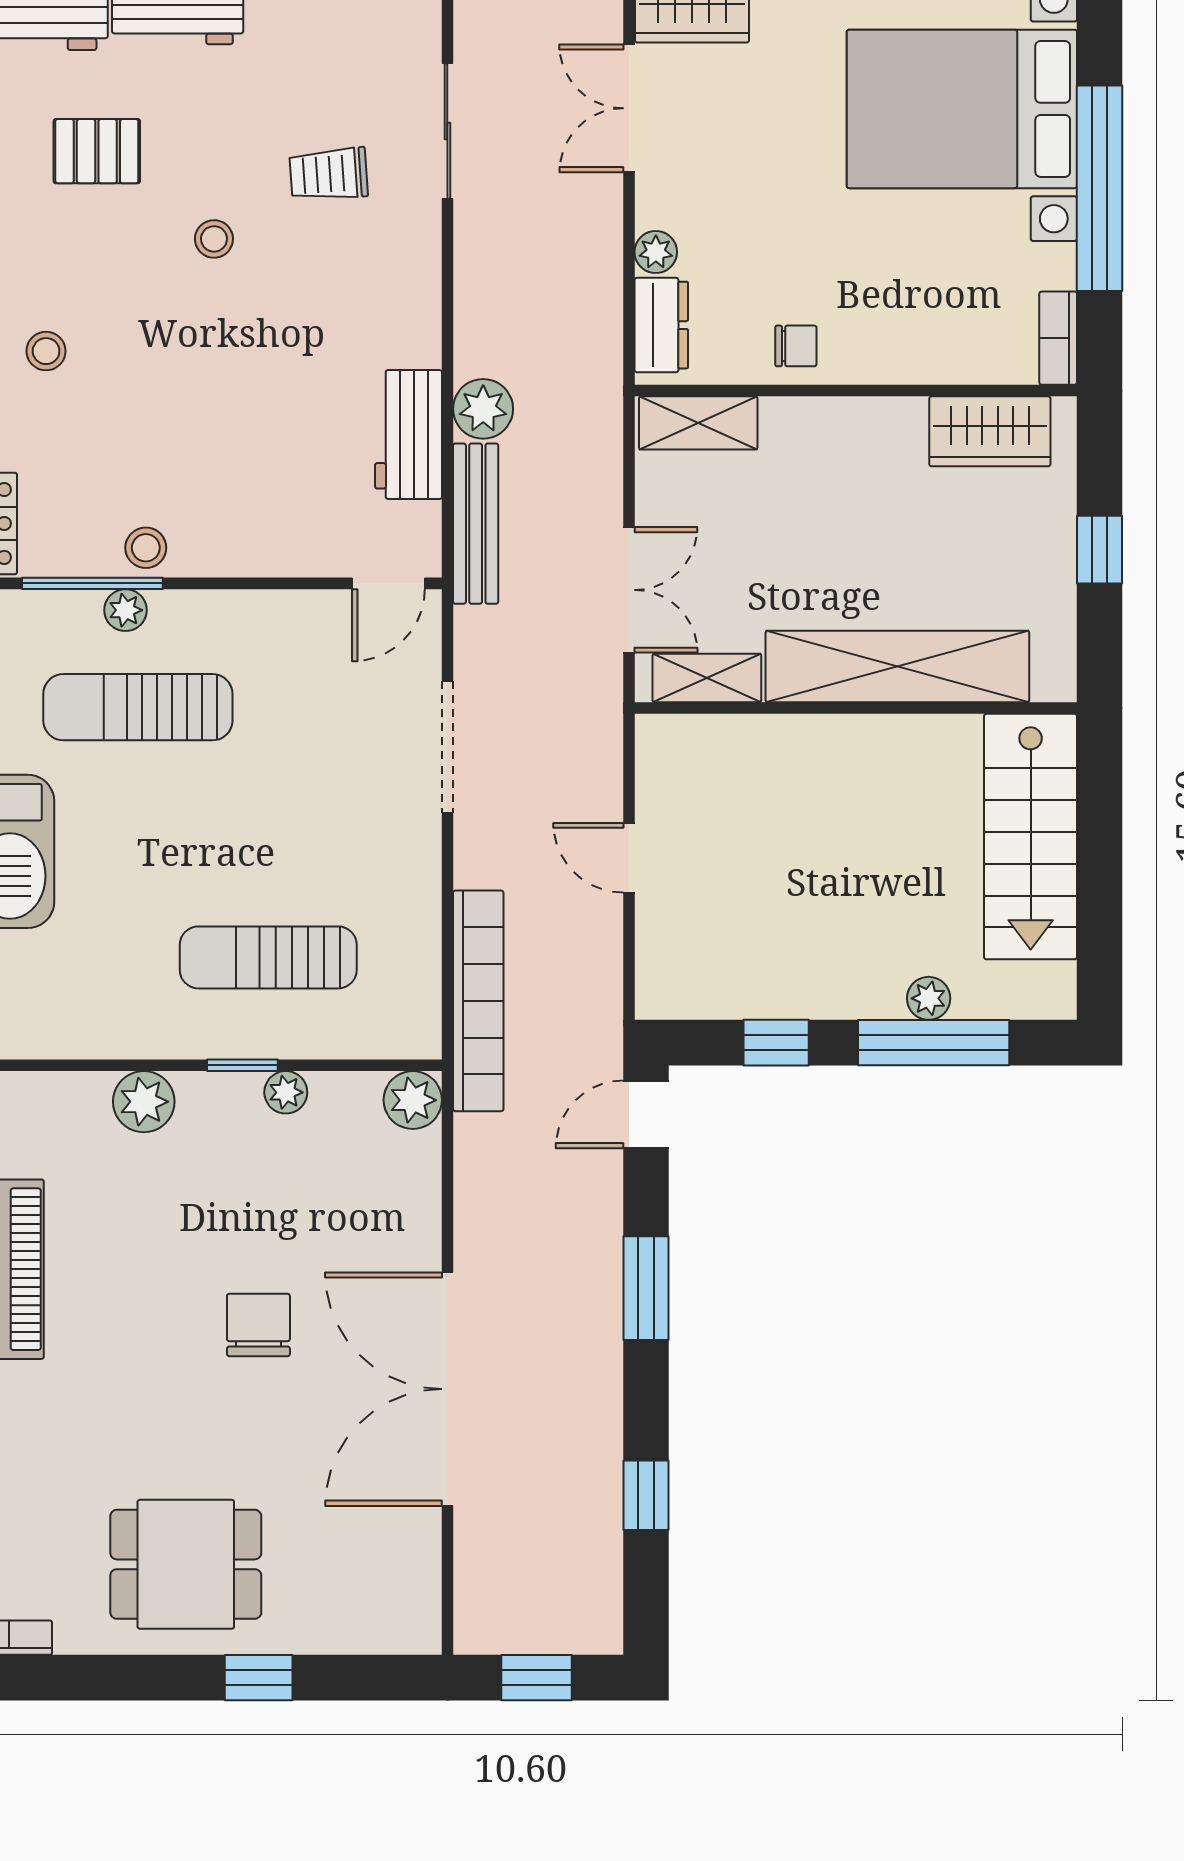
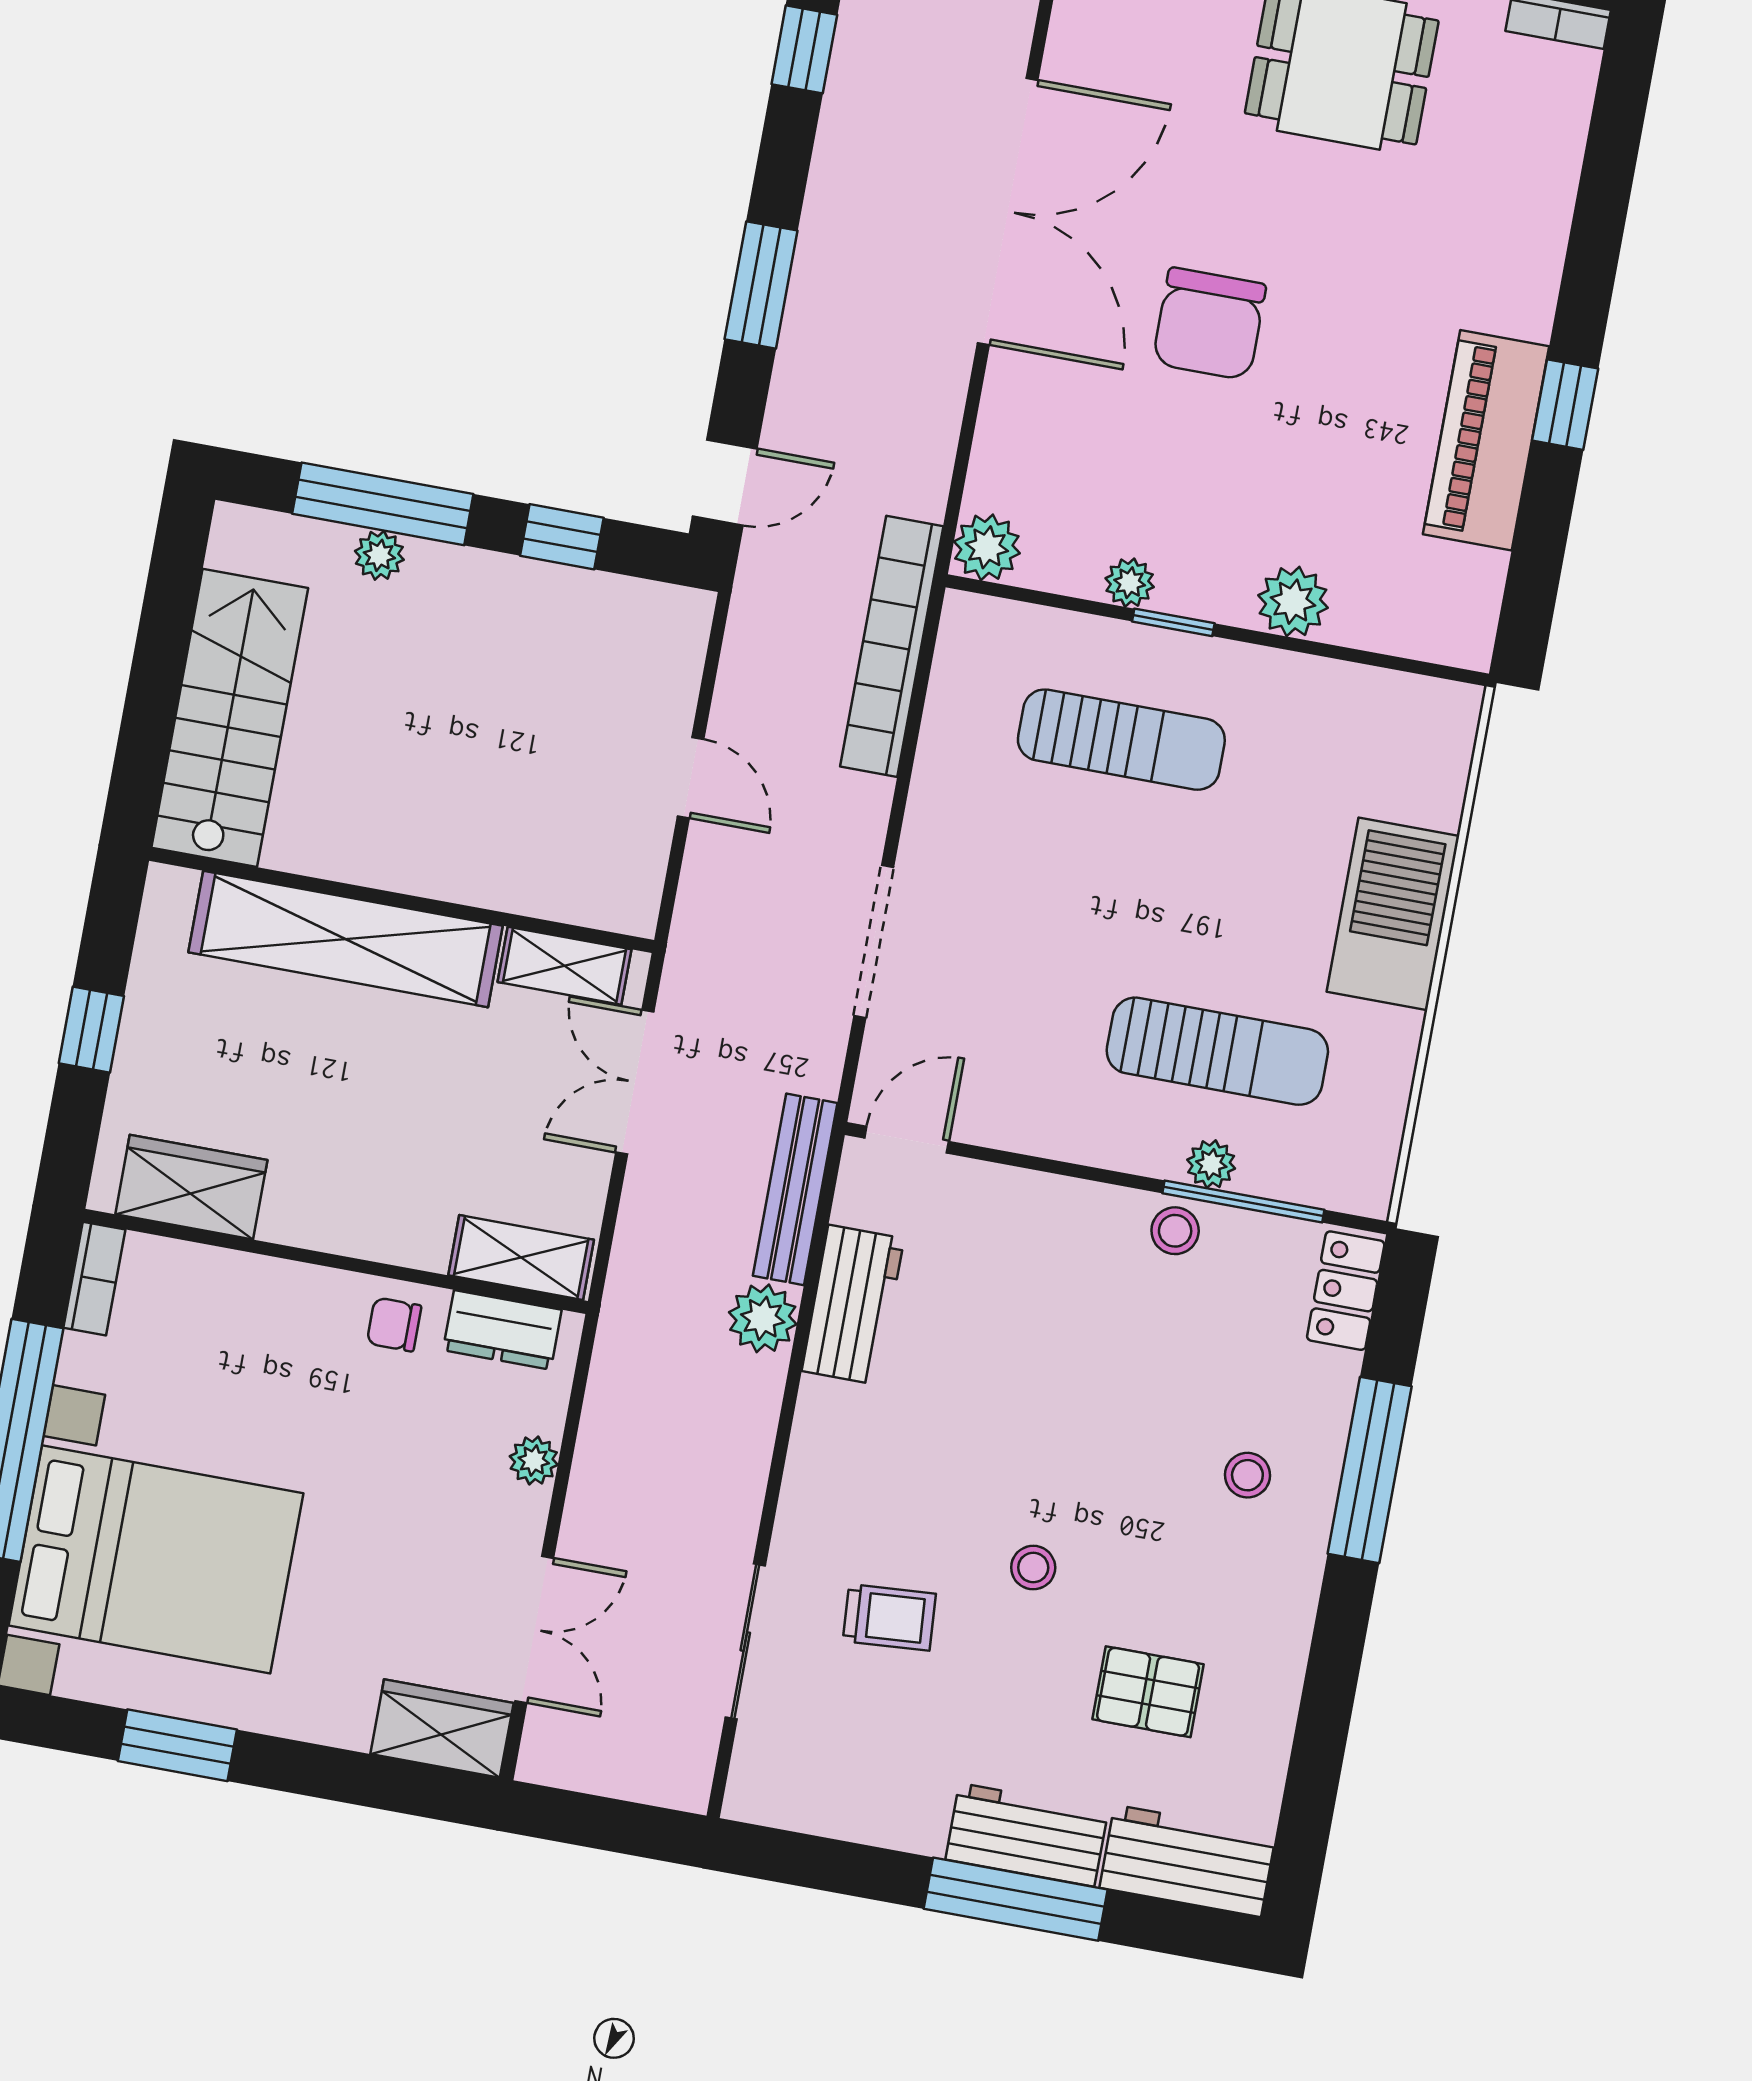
dresser: (661, 325) -> (502, 1330), moved, turned -90
chair: (258, 1325) -> (1209, 324), width x1.37, depth x1.37

